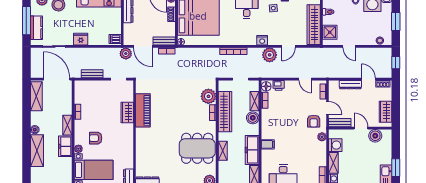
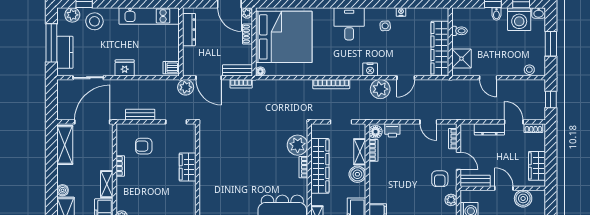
door: (57, 79) -> (92, 122), hinge flipped
piano: (143, 110) -> (209, 164), removed
armchair: (96, 138) -> (144, 146), moved

